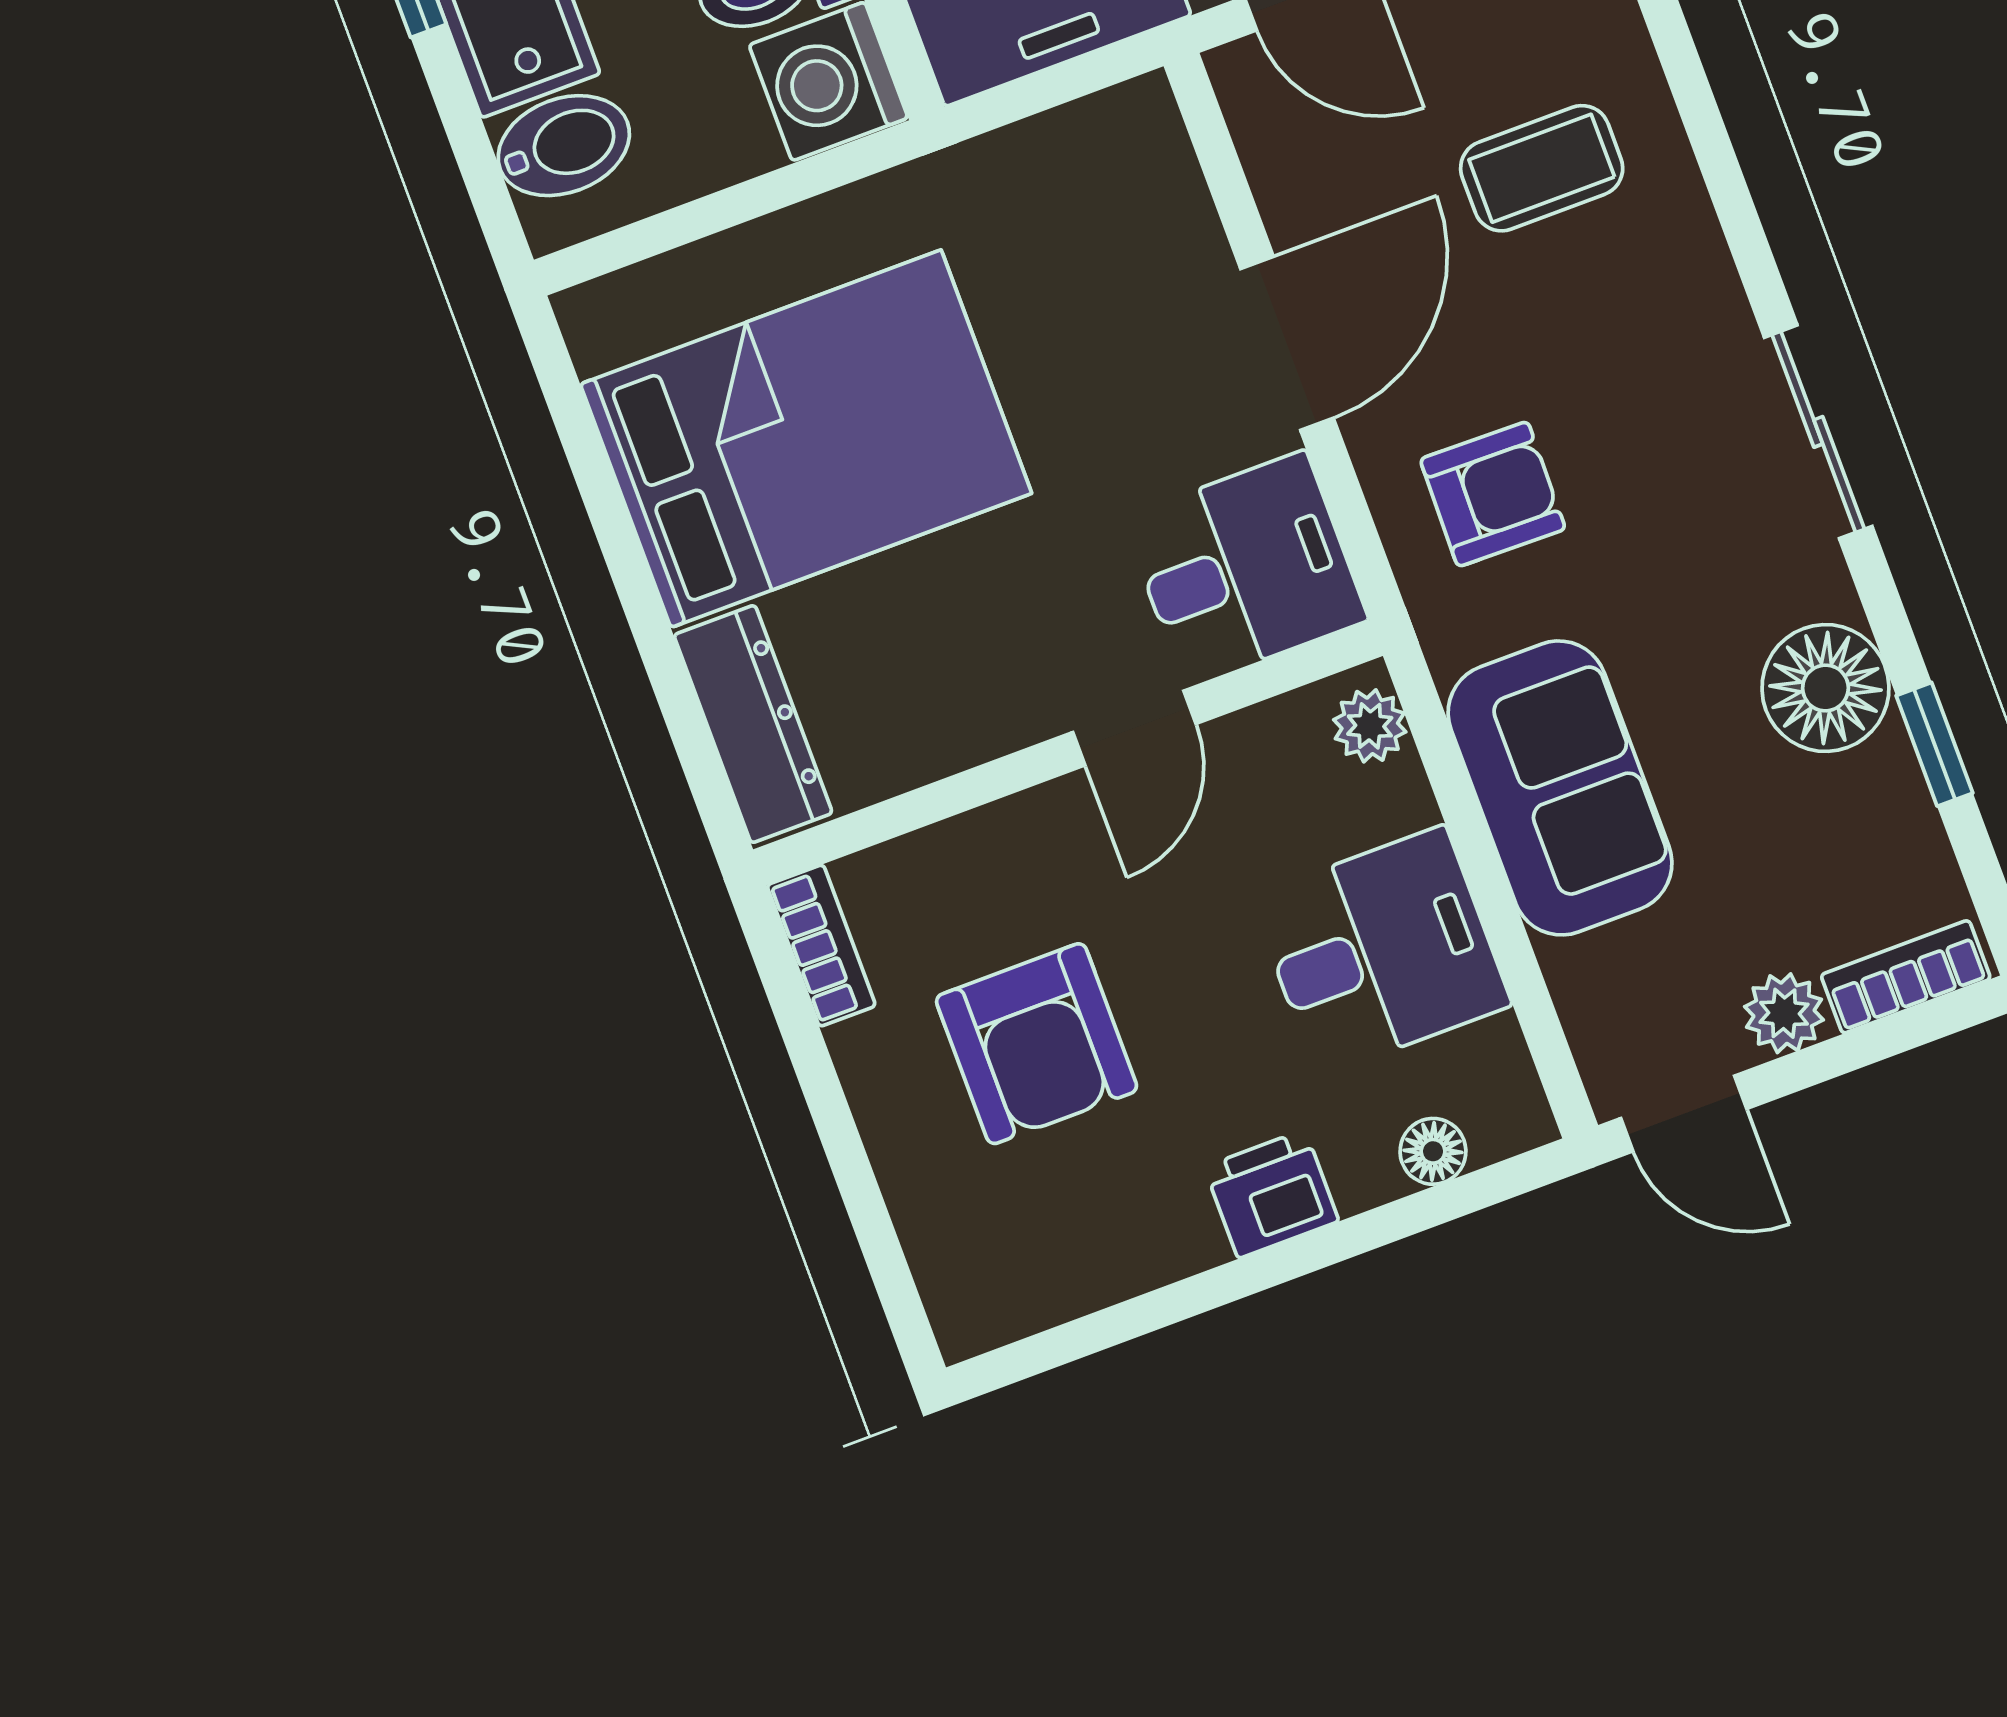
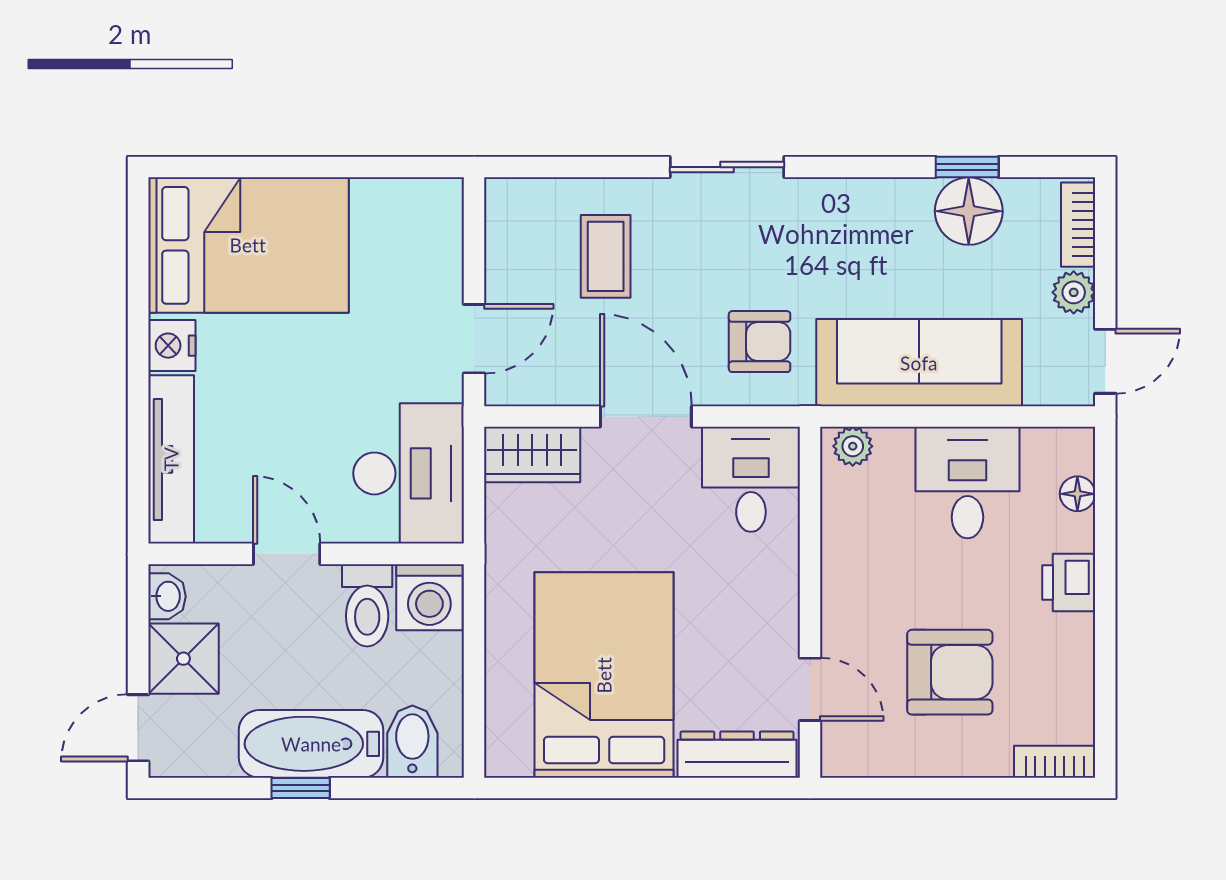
wardrobe: (1146, 169) -> (532, 454), added
sliding door: (1818, 432) -> (727, 167), moved
armchair: (1493, 494) -> (760, 342), turned 89
floor lamp: (1825, 688) -> (969, 211), moved
door: (1134, 728) -> (810, 689), moved
sofa: (1560, 788) -> (919, 363), width x1.36
bookcase: (821, 946) -> (1055, 762), moved

